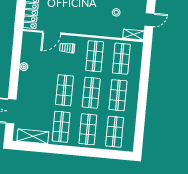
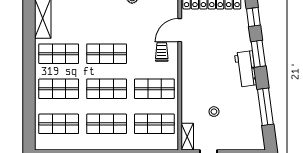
door: (52, 33) -> (180, 30), hinge flipped

